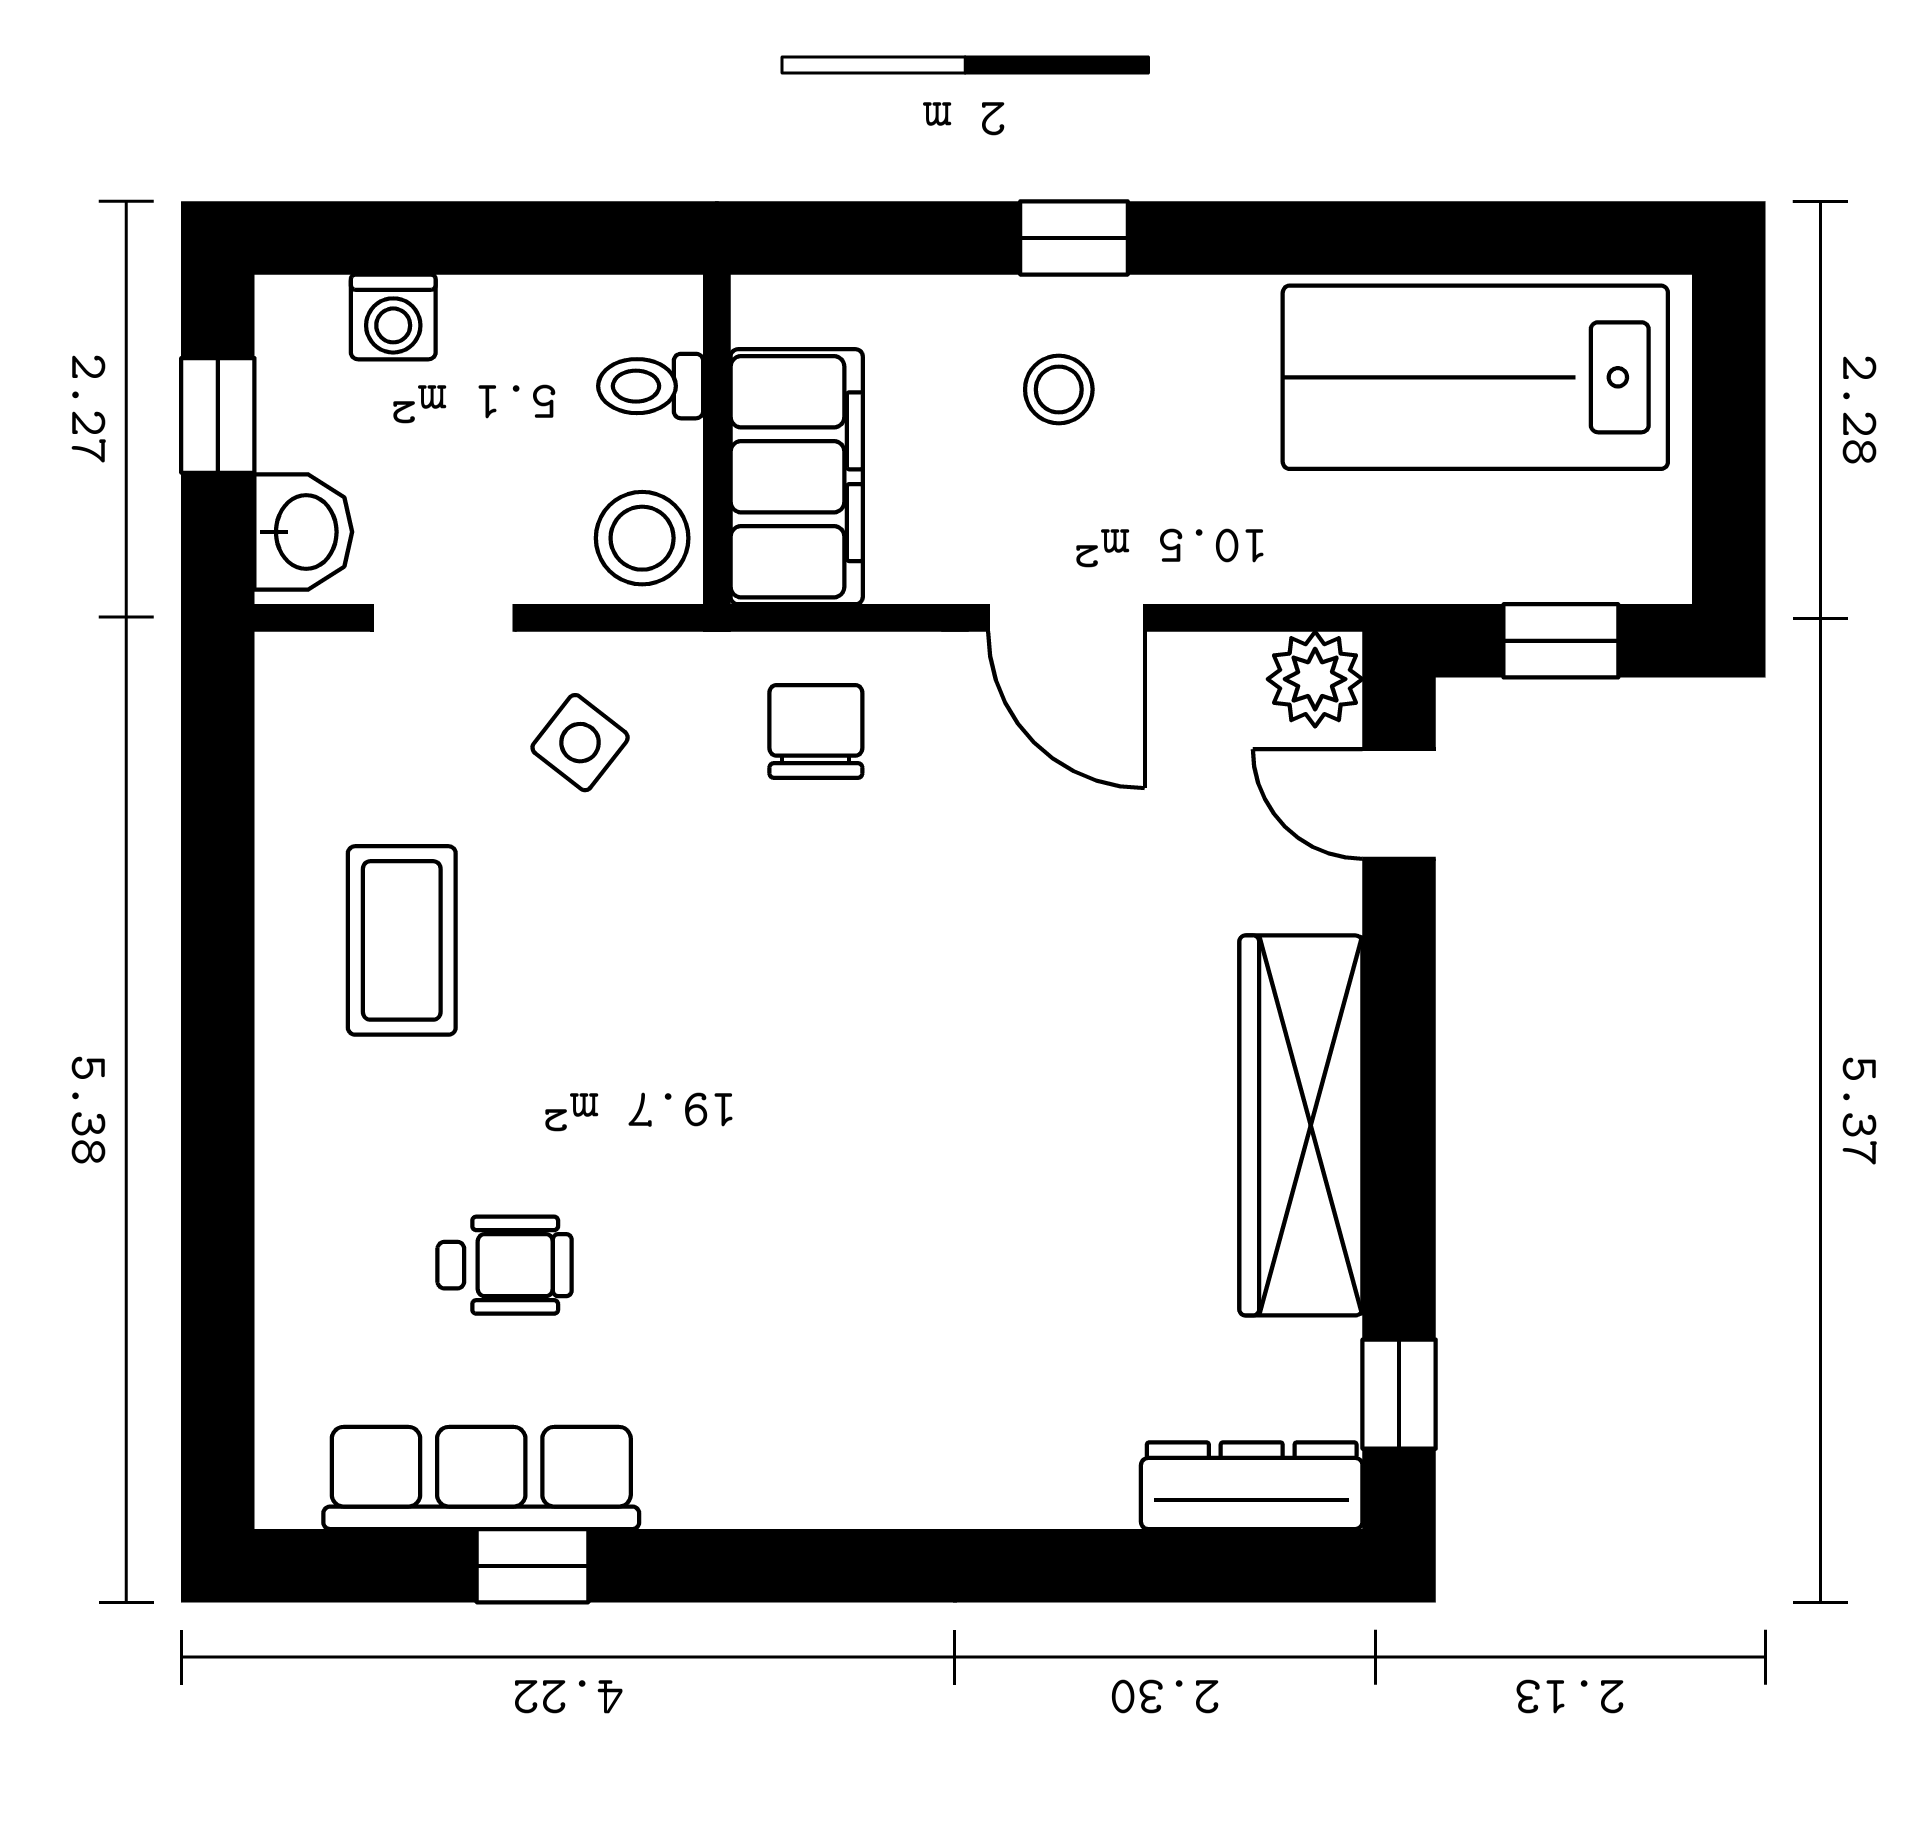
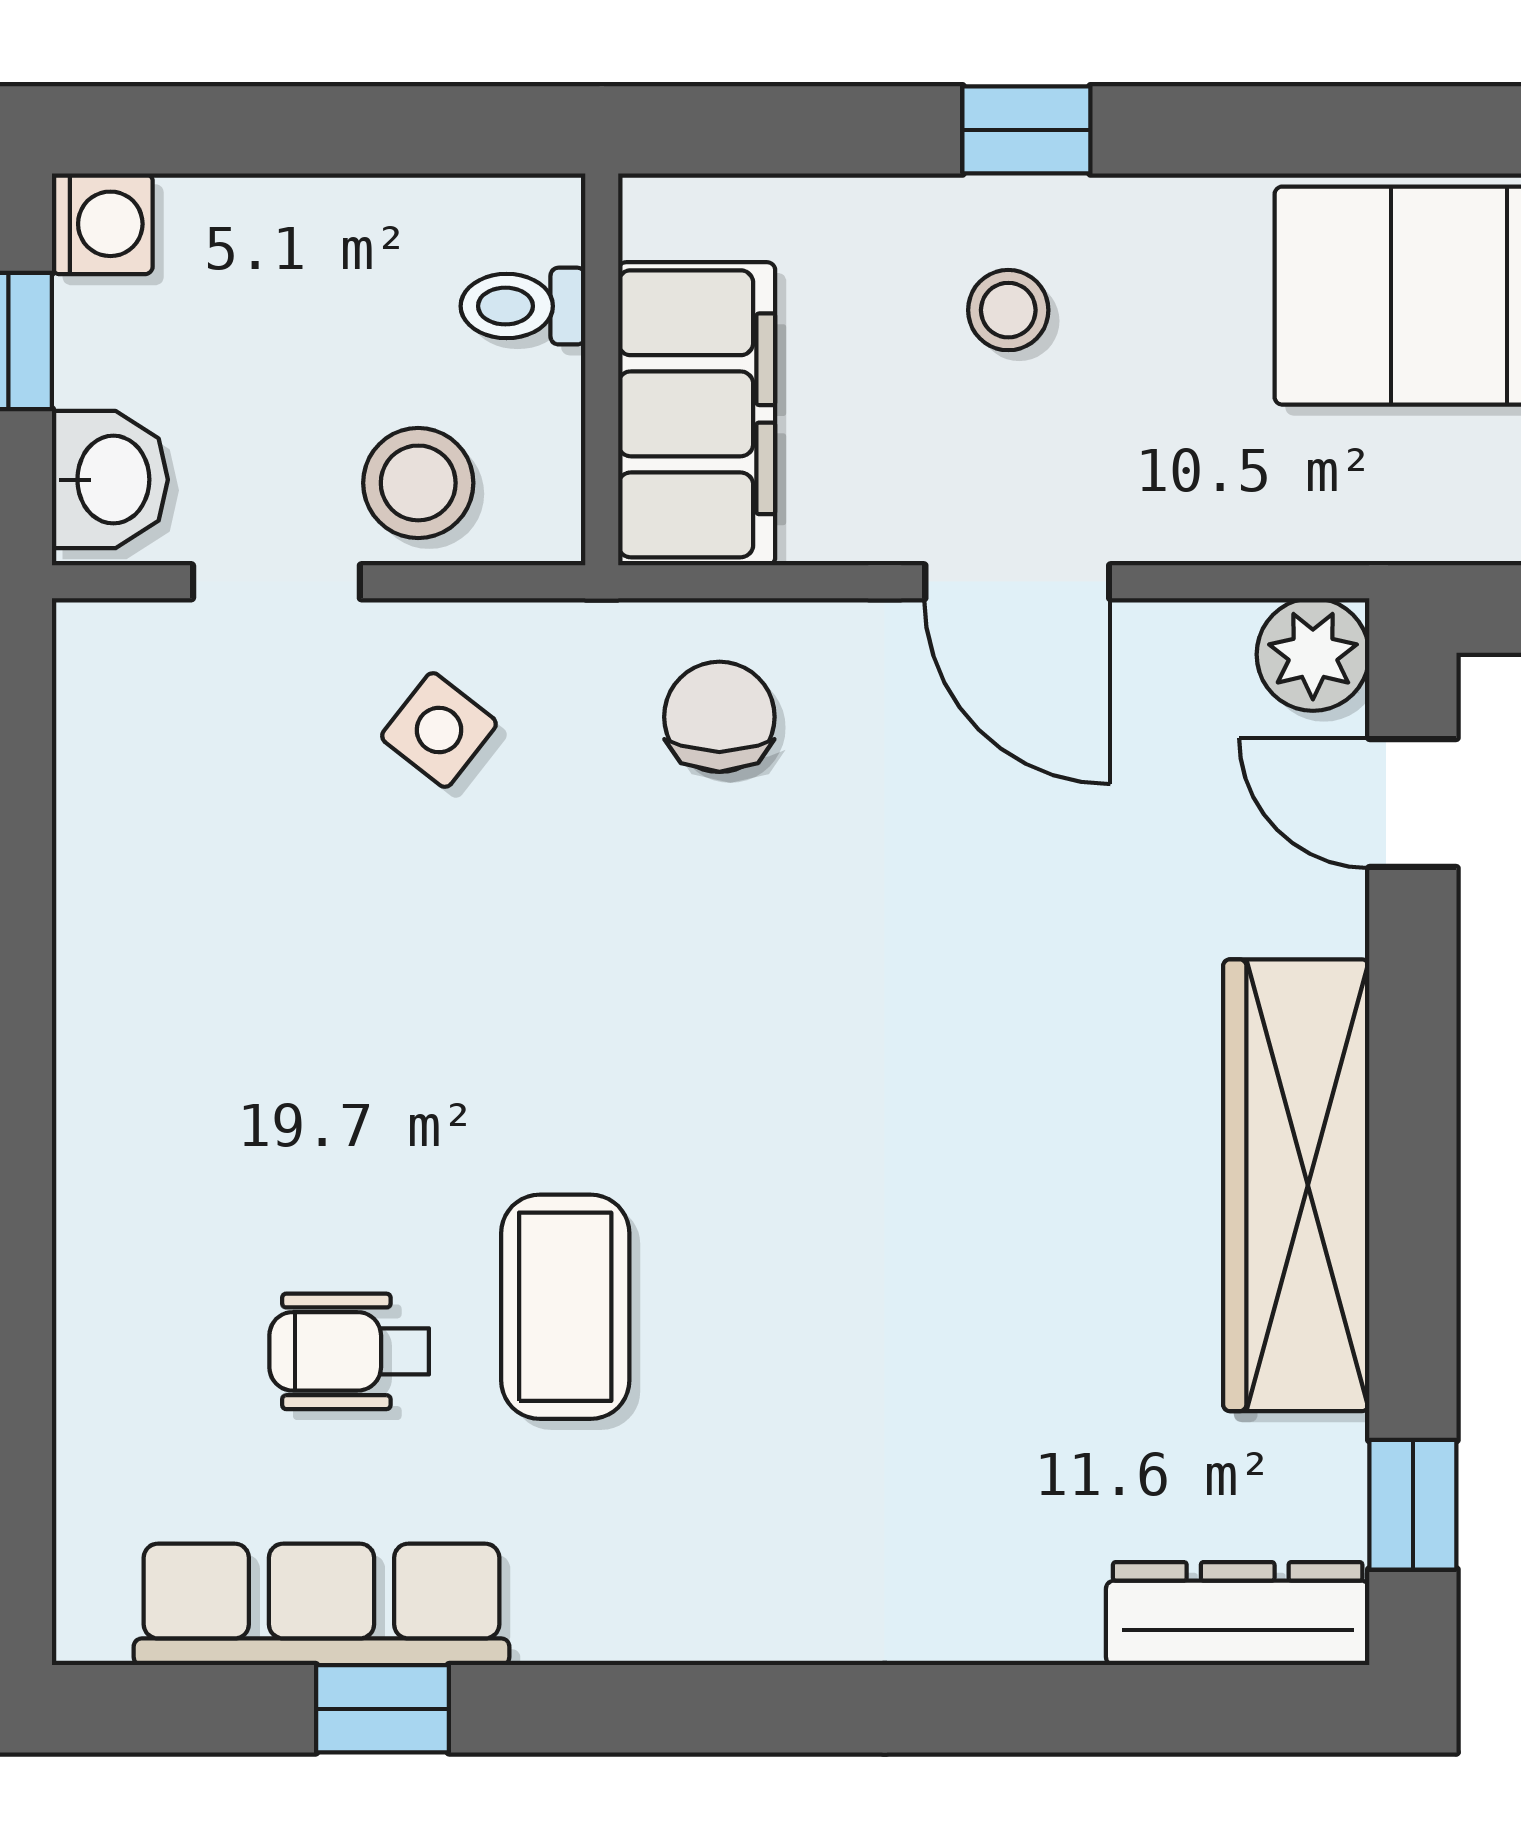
washing machine: (393, 317) -> (102, 224), moved, turned -90
stool: (642, 538) -> (418, 483), moved
coffee table: (402, 940) -> (565, 1307), moved
wheelchair: (504, 1265) -> (349, 1351), turned 180

